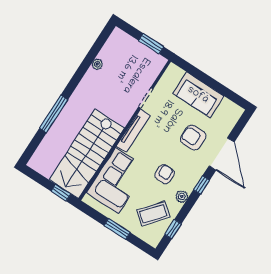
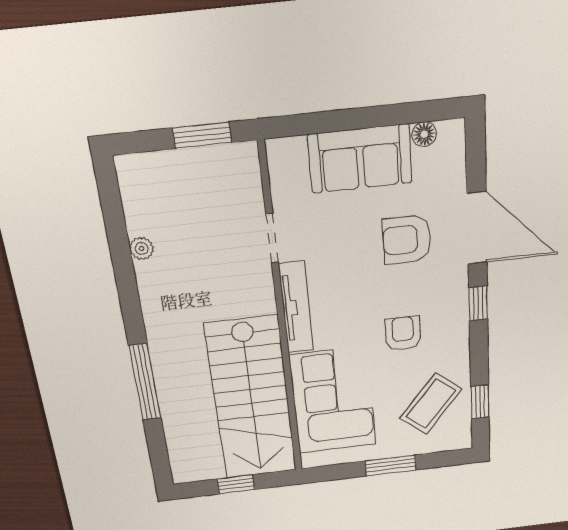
floor lamp: (227, 104) -> (424, 134), added
window: (61, 193) -> (236, 484), moved
plant: (182, 197) -> (458, 345), removed

